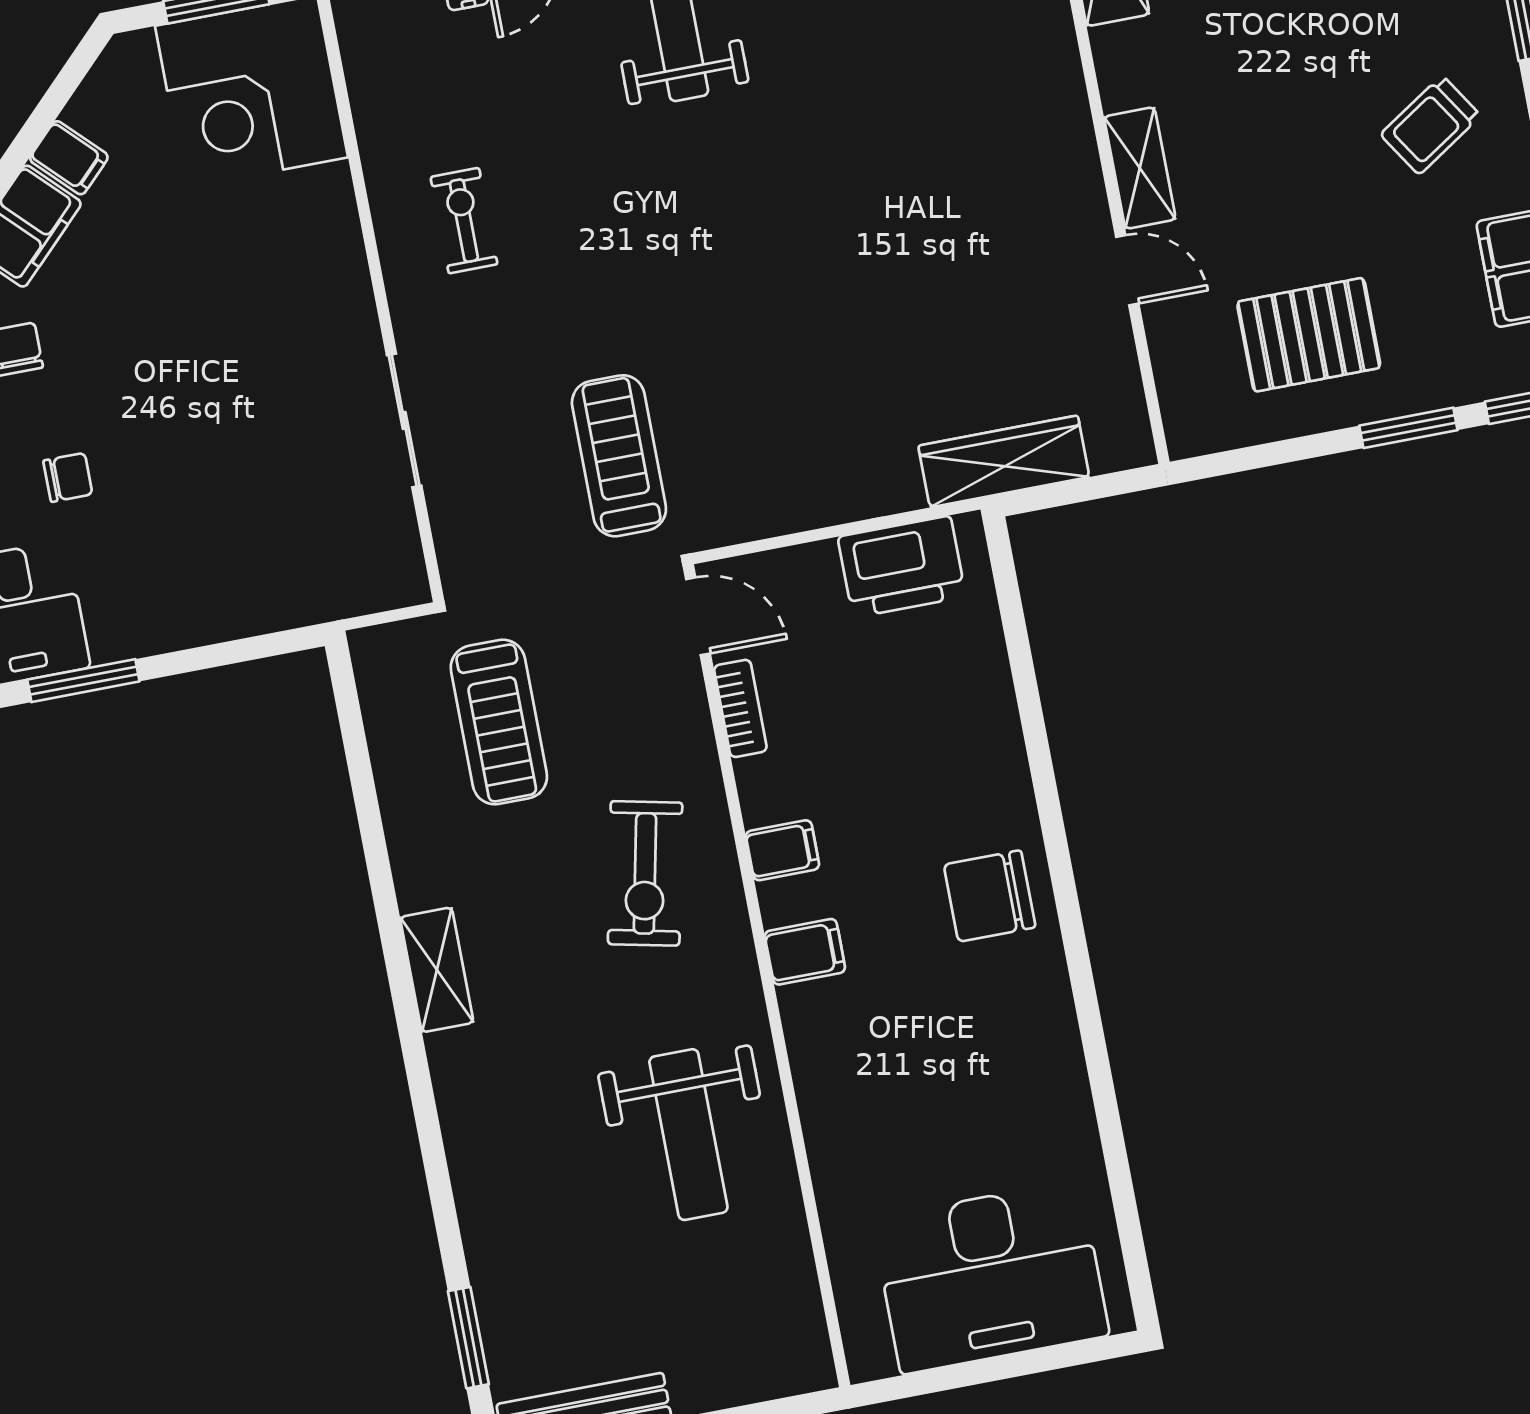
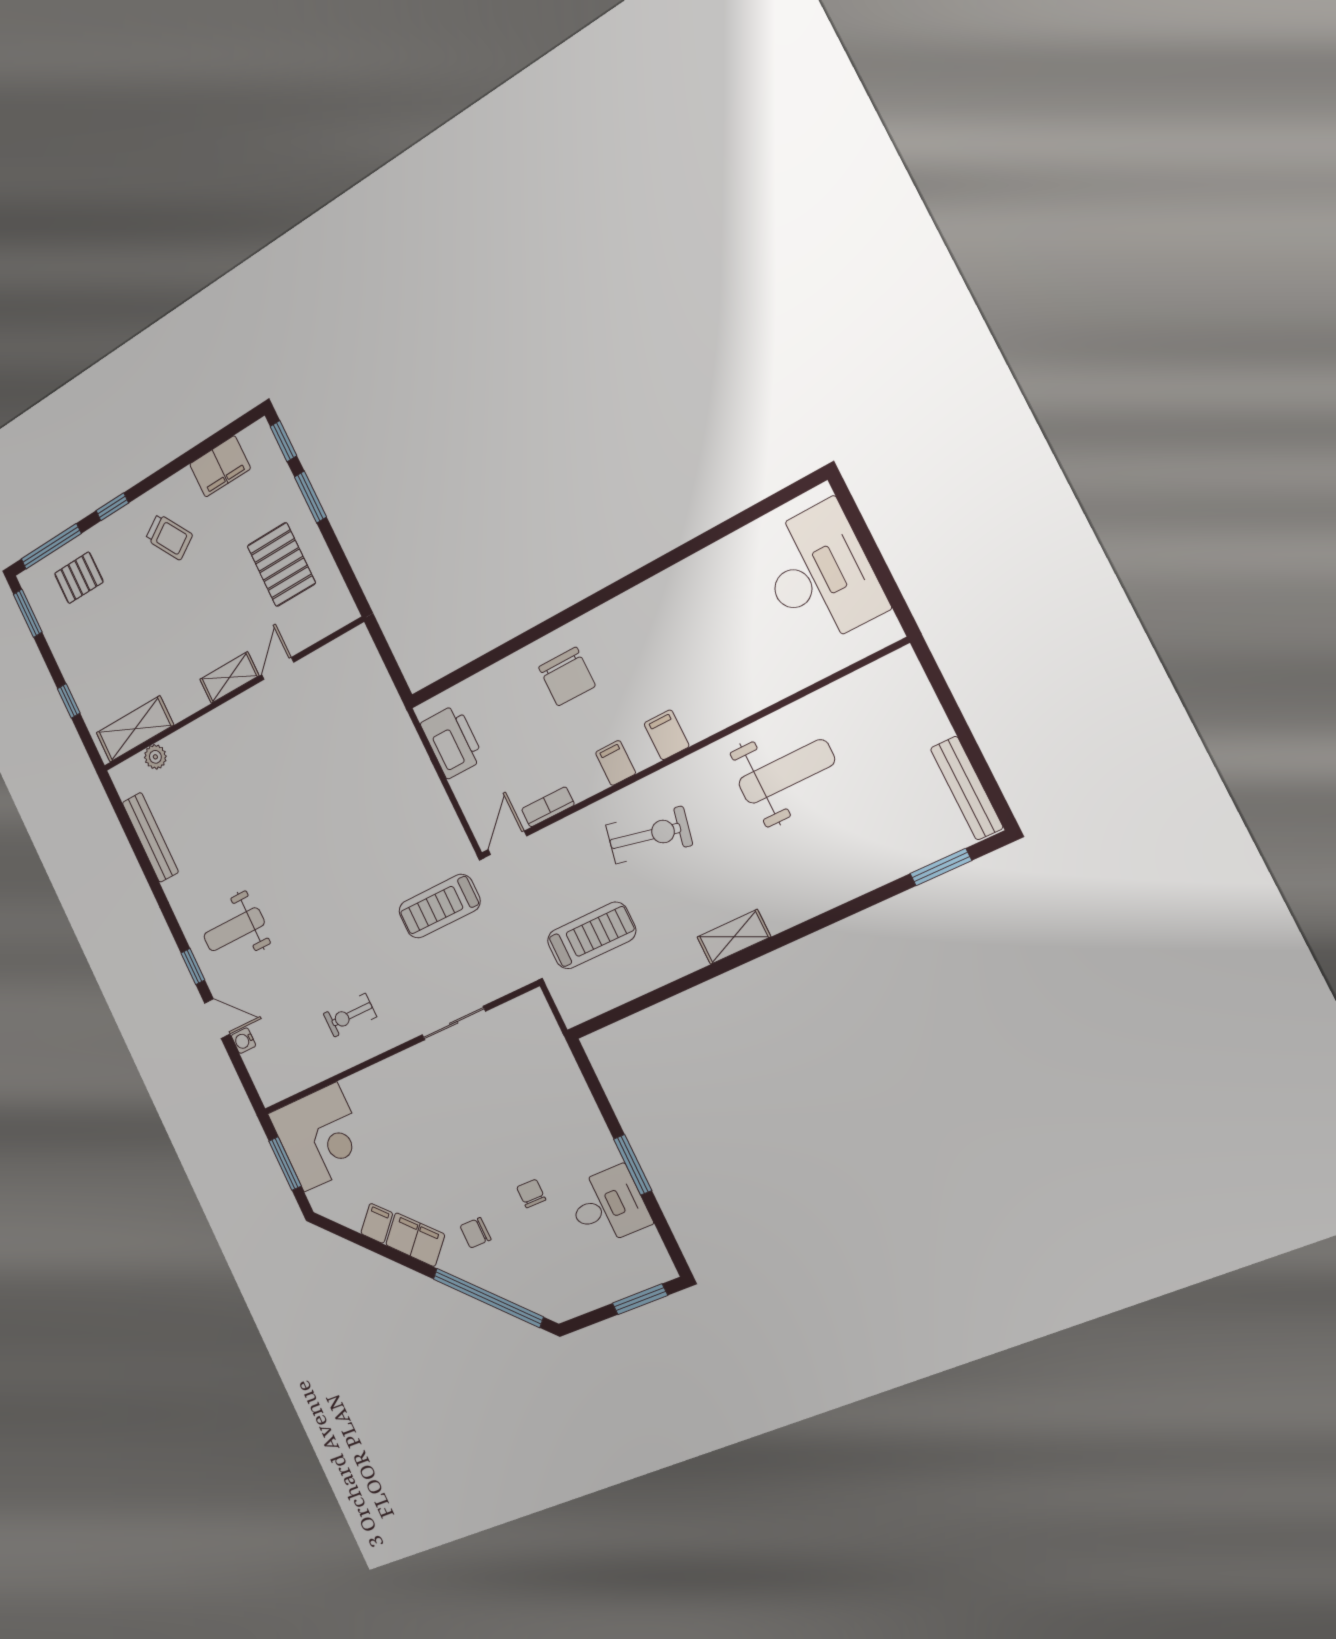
wardrobe: (1004, 461) -> (386, 703), removed
chair: (990, 896) -> (567, 677), moved

